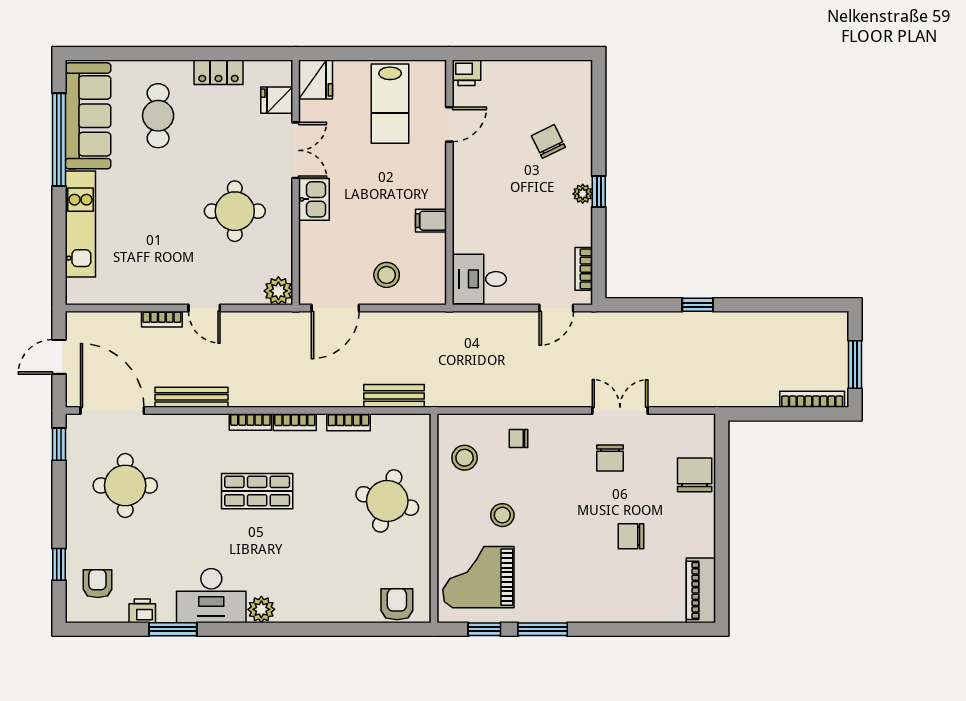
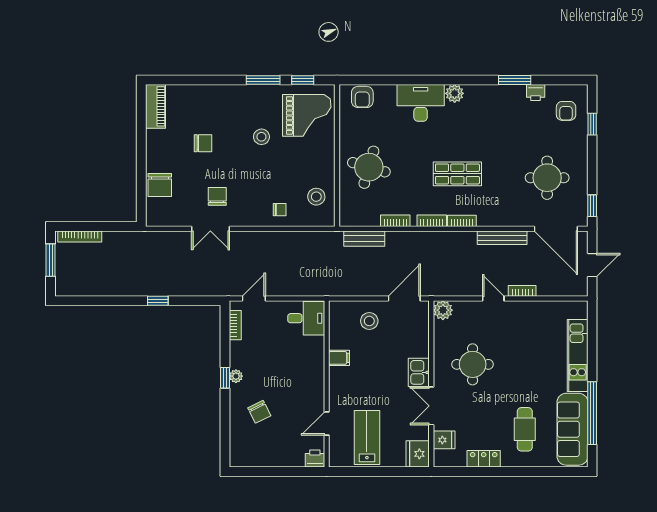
stool: (502, 515) -> (261, 137), moved
desk: (211, 596) -> (421, 103), moved

